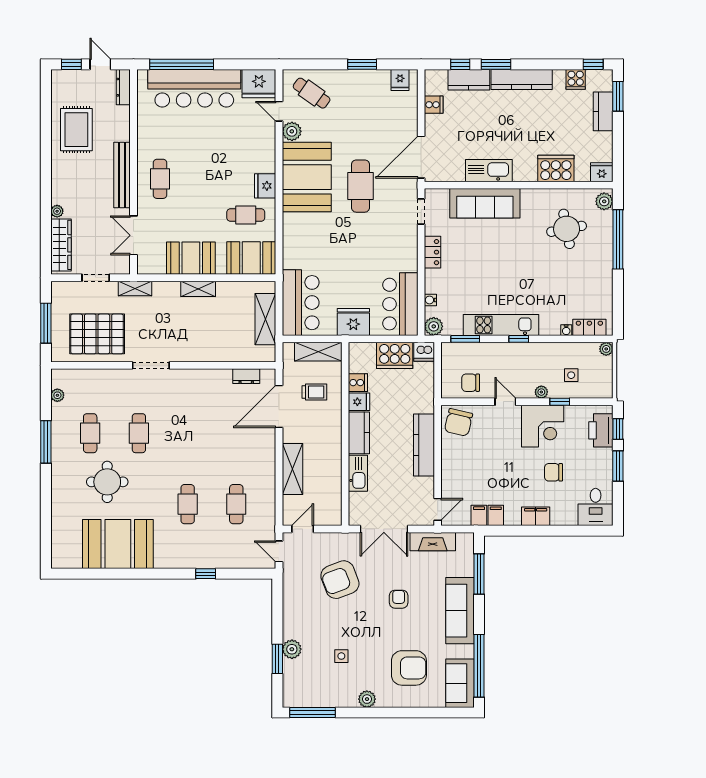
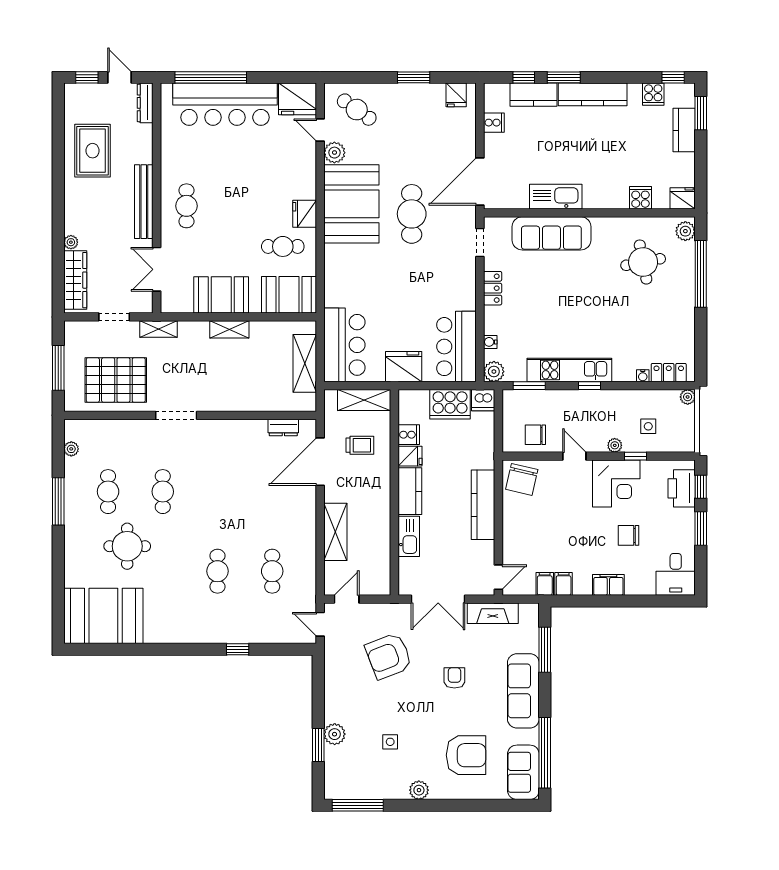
cooker: (556, 169) -> (640, 198), width x0.53, depth x0.76
booth: (118, 544) -> (103, 616), moved

